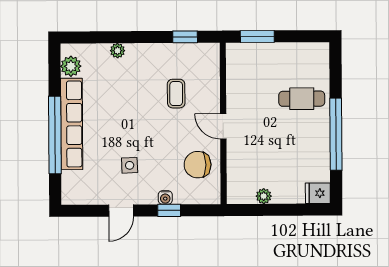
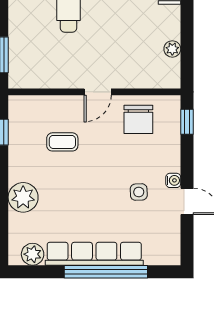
plant: (117, 51) -> (23, 197), width x1.88, depth x1.88
water cooler: (165, 198) -> (173, 180), moved
window: (169, 210) -> (187, 122), moved

